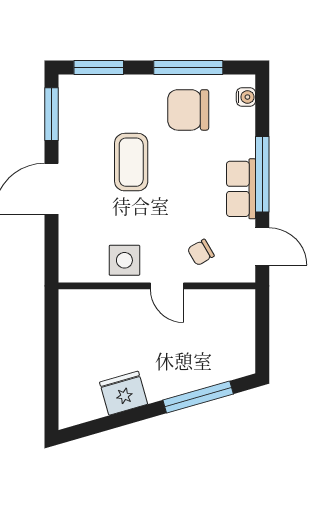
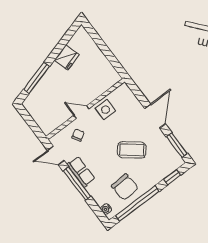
window: (99, 68) -> (172, 177), width x0.67
window: (188, 68) -> (137, 203), width x1.46
chair: (188, 110) -> (125, 187), turned 86
coffee table: (131, 162) -> (132, 150), turned -51

